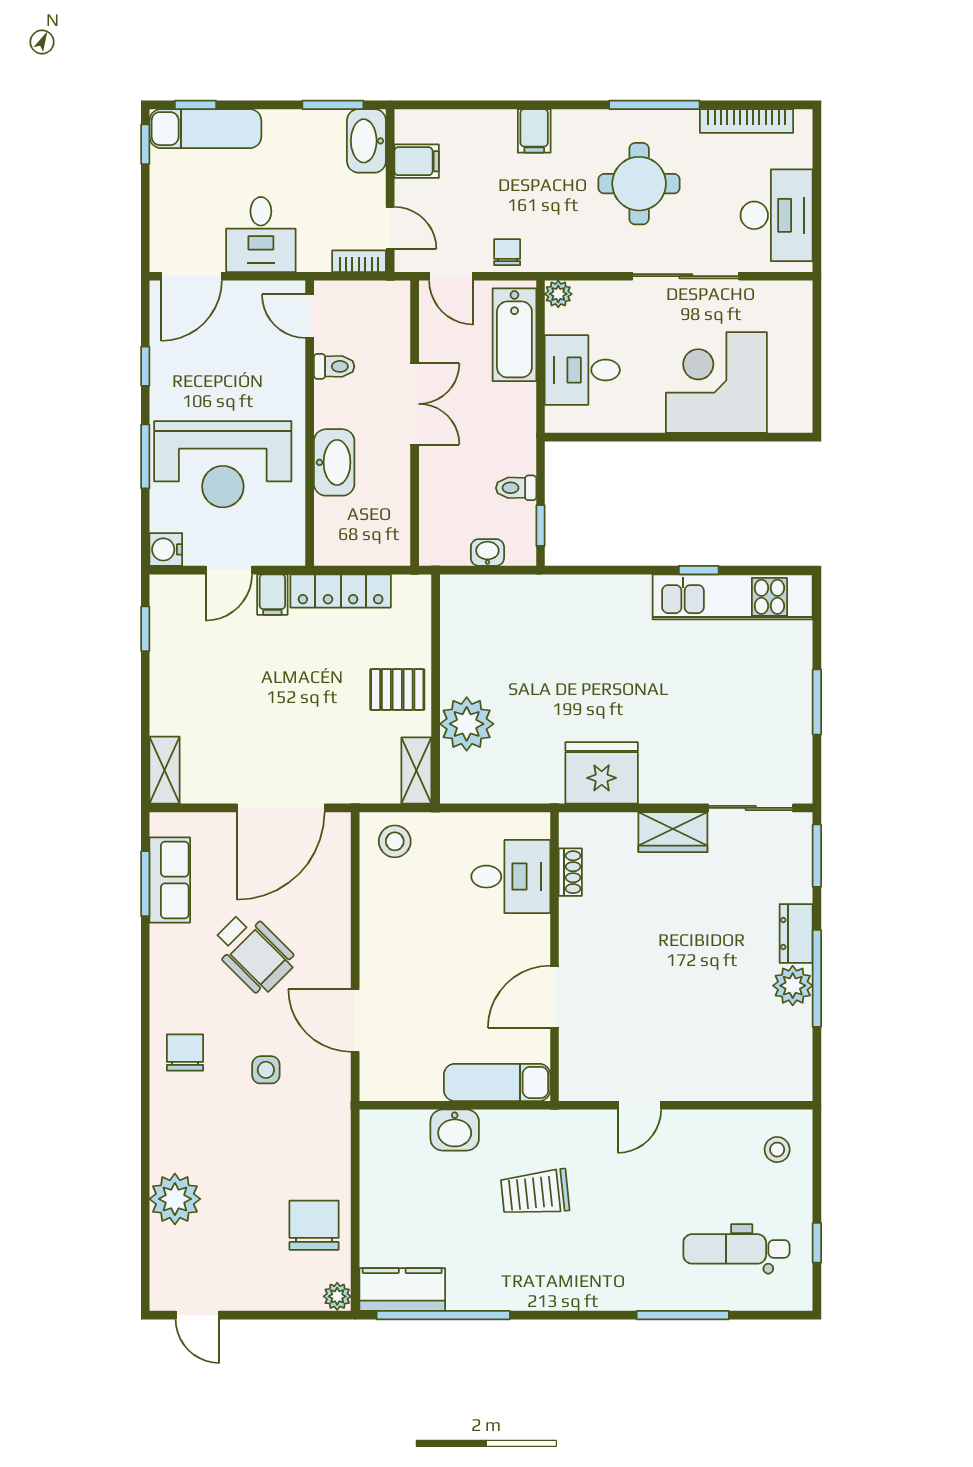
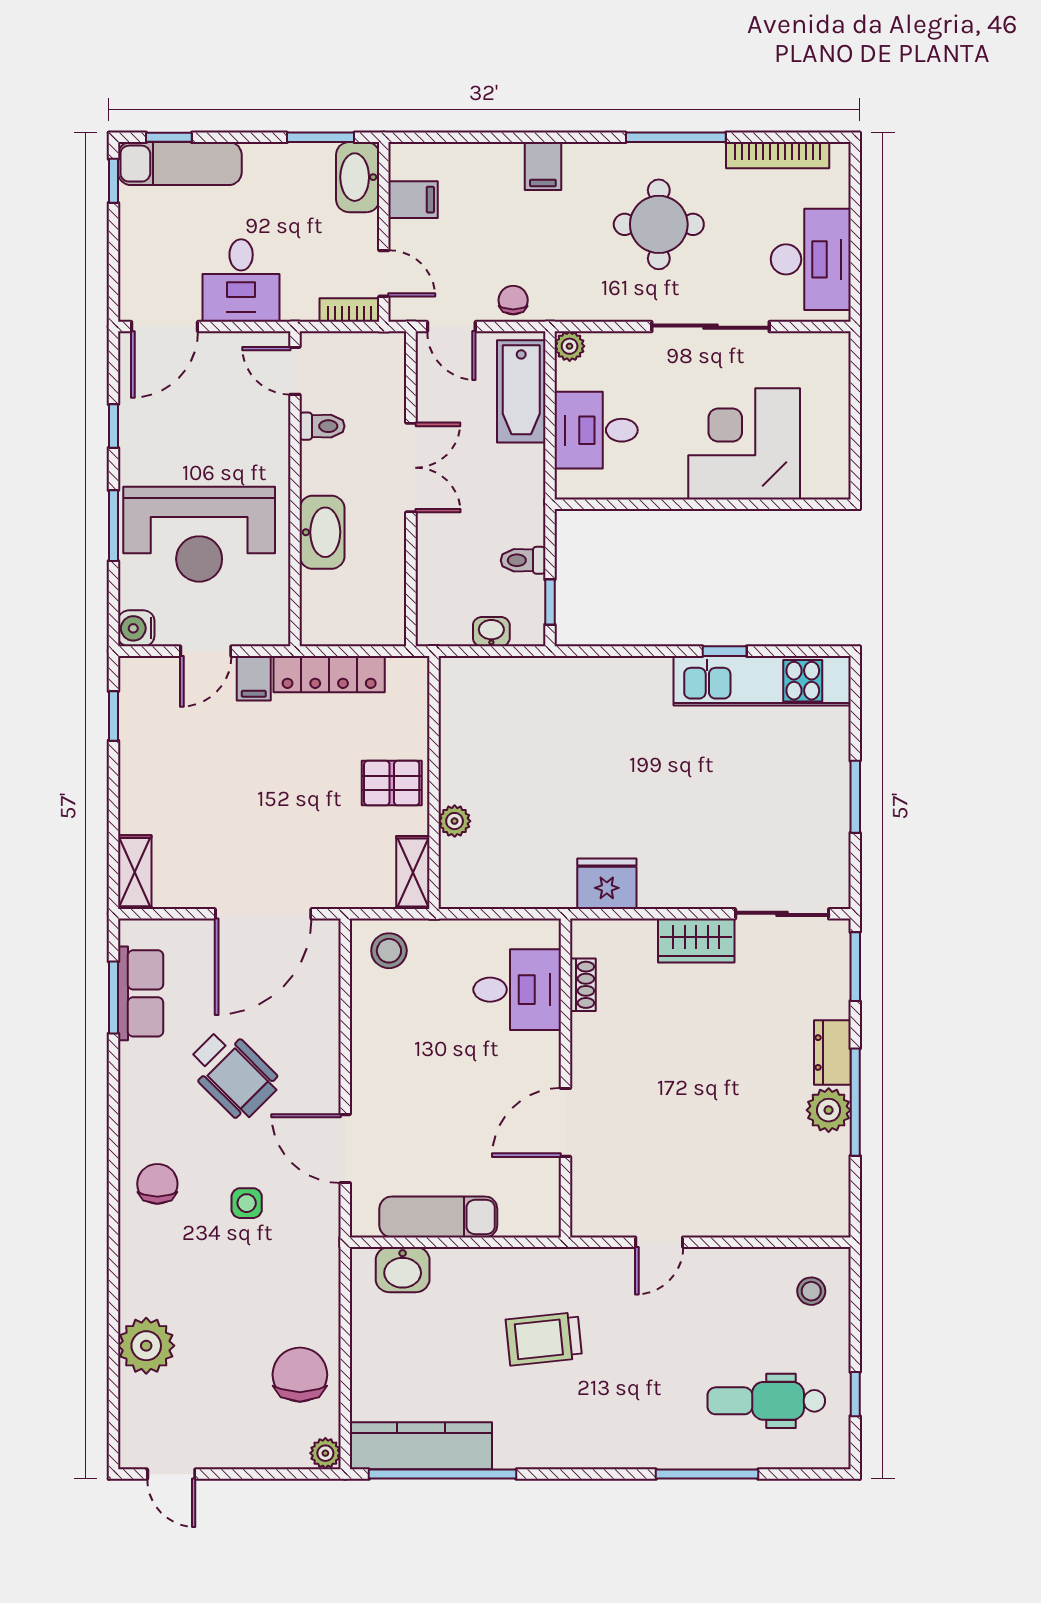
plant: (467, 724) -> (455, 821), width x0.53, depth x0.53
fridge: (602, 773) -> (607, 884), width x0.73, depth x0.75
exam couch: (497, 1082) -> (438, 1217), moved
washbasin: (455, 1130) -> (403, 1270), moved
kitchen counter: (402, 1290) -> (421, 1446), width x1.50

